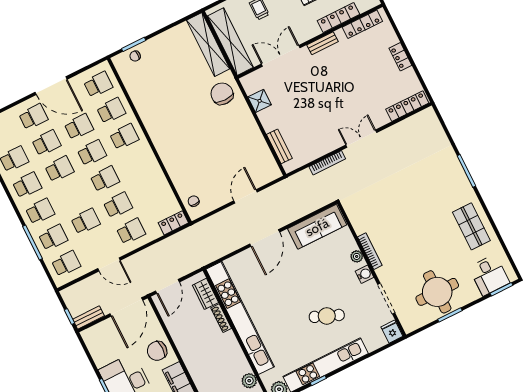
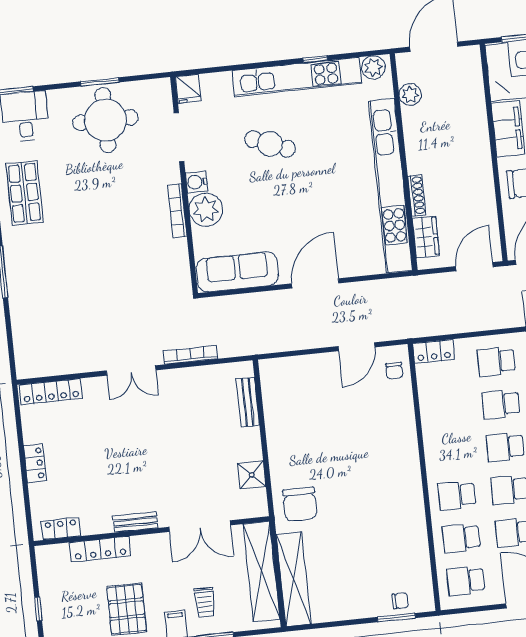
locker: (362, 24) -> (61, 529), width x0.66
door: (245, 196) -> (356, 347), moved
plant: (357, 256) -> (206, 210), width x1.88, depth x1.88

